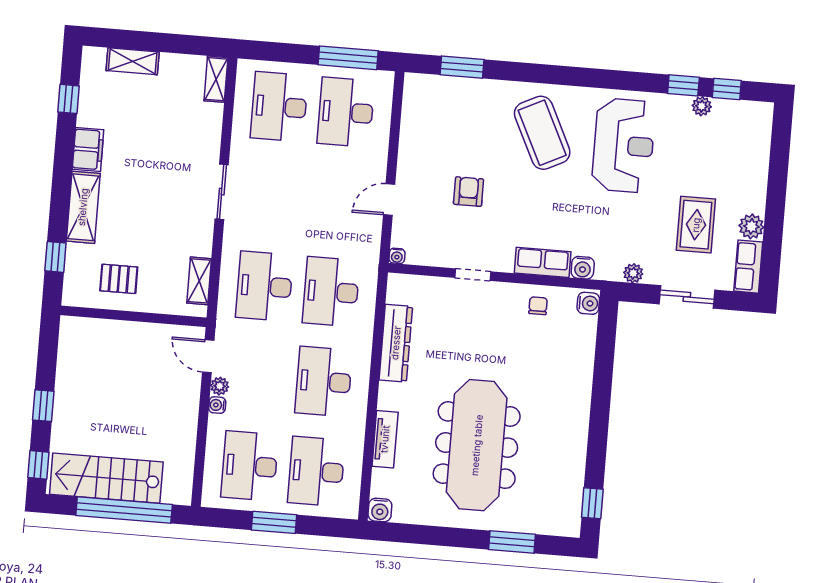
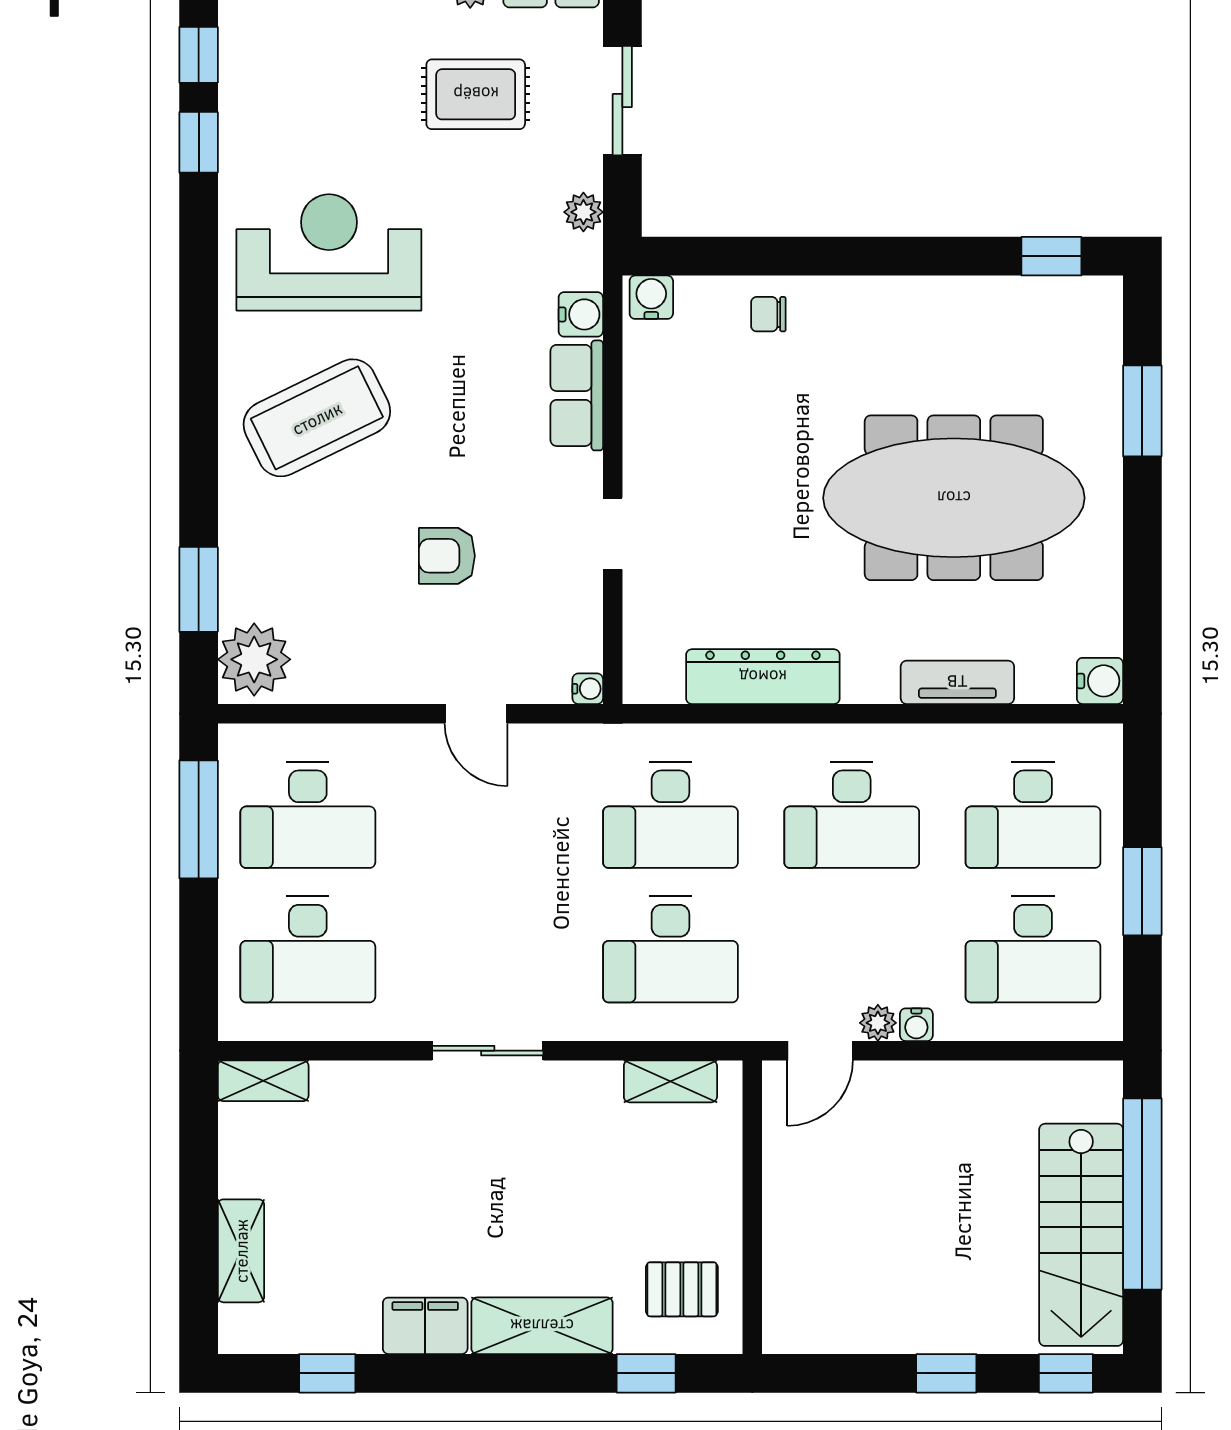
plant: (702, 106) -> (254, 659), moved, width x1.88, depth x1.88
pallet: (119, 279) -> (682, 1289), moved, turned 90
chair: (538, 306) -> (768, 314), moved

